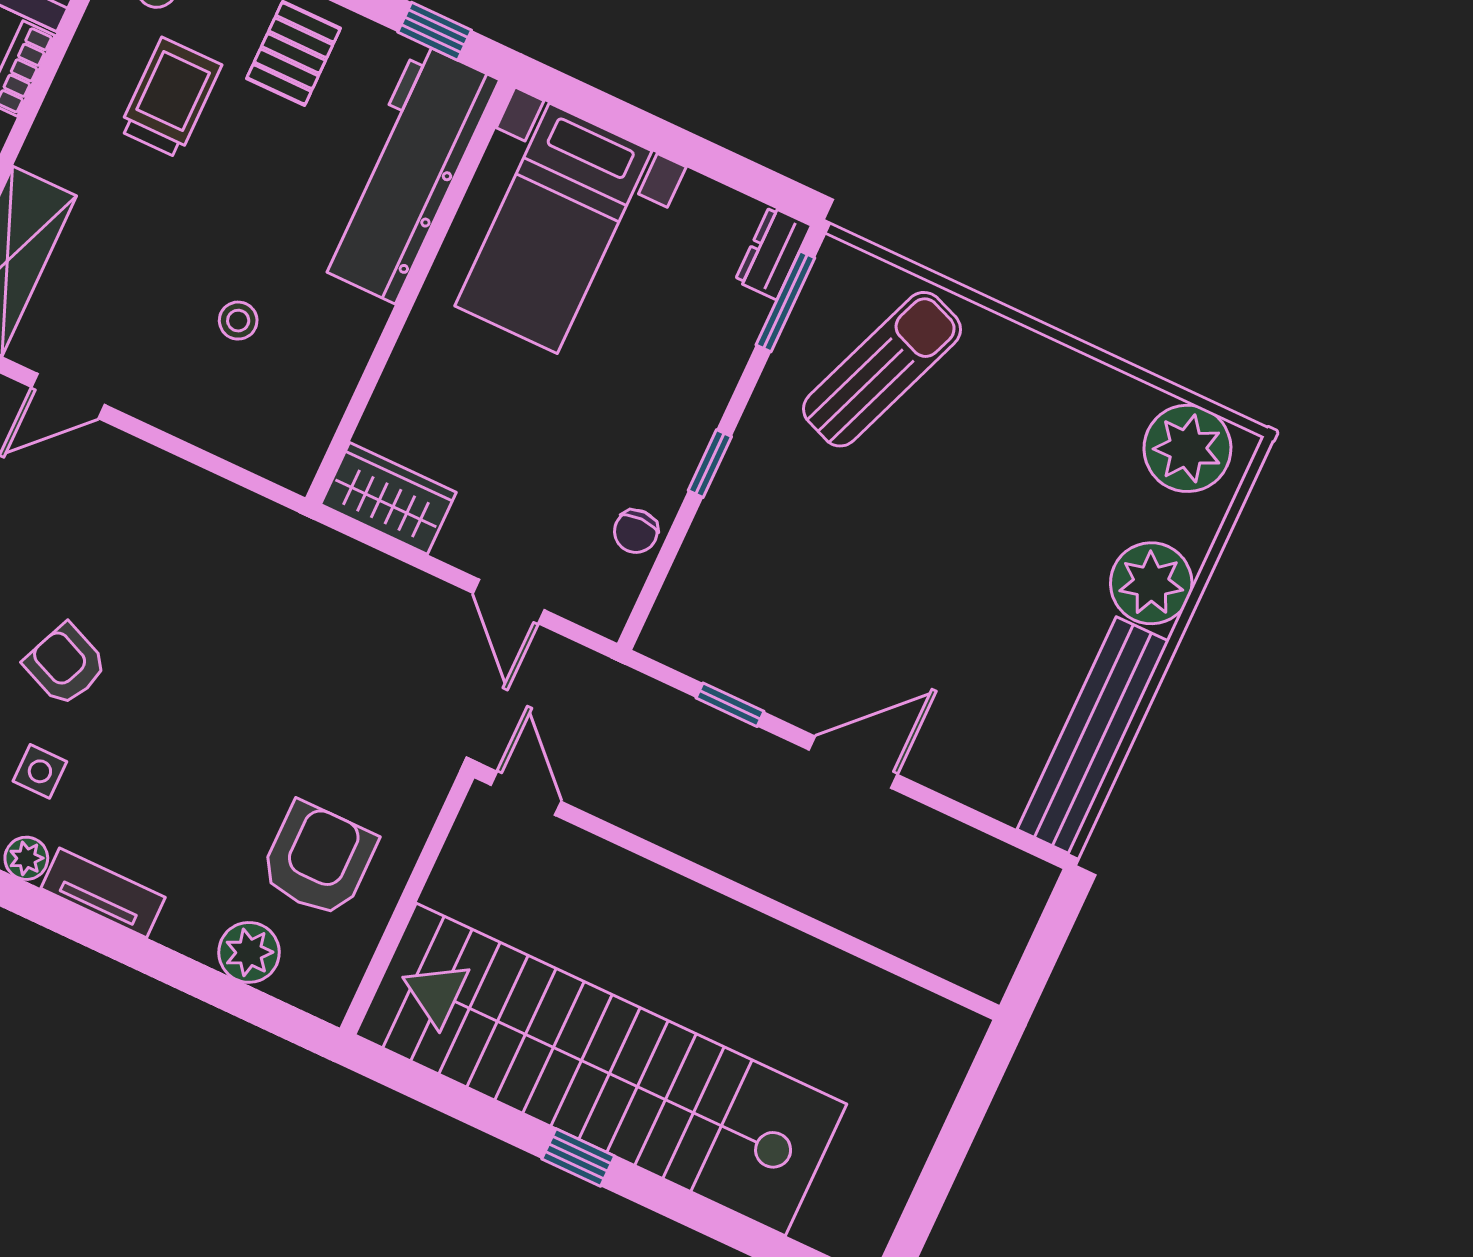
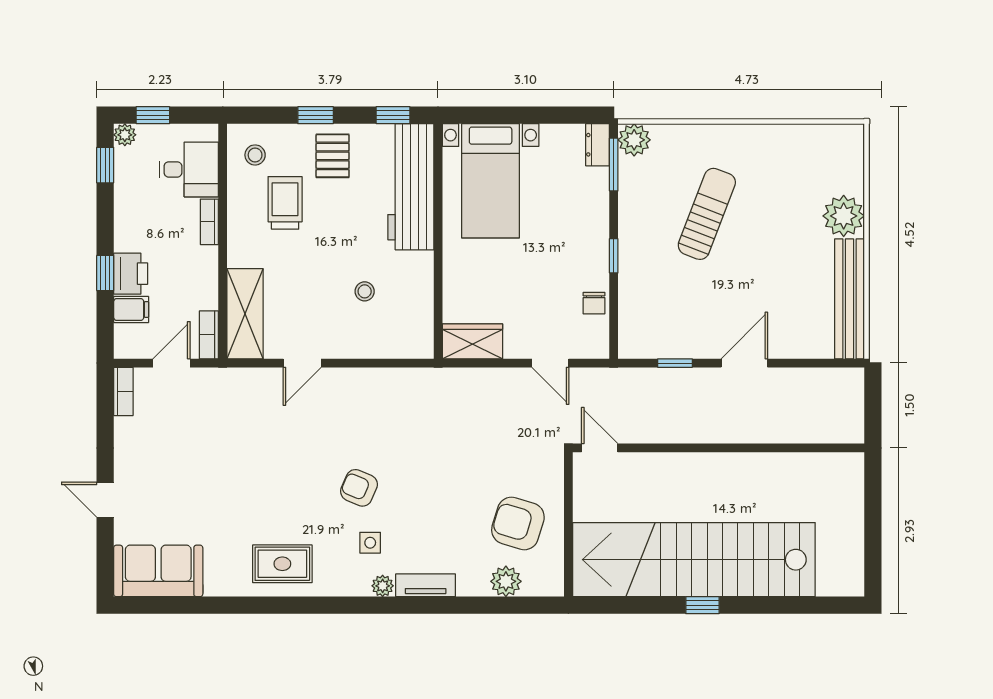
sun lounger: (882, 369) -> (707, 214), moved
plant: (1187, 448) -> (634, 140), moved, width x0.73, depth x0.73
armchair: (318, 860) -> (518, 523), turned -73

